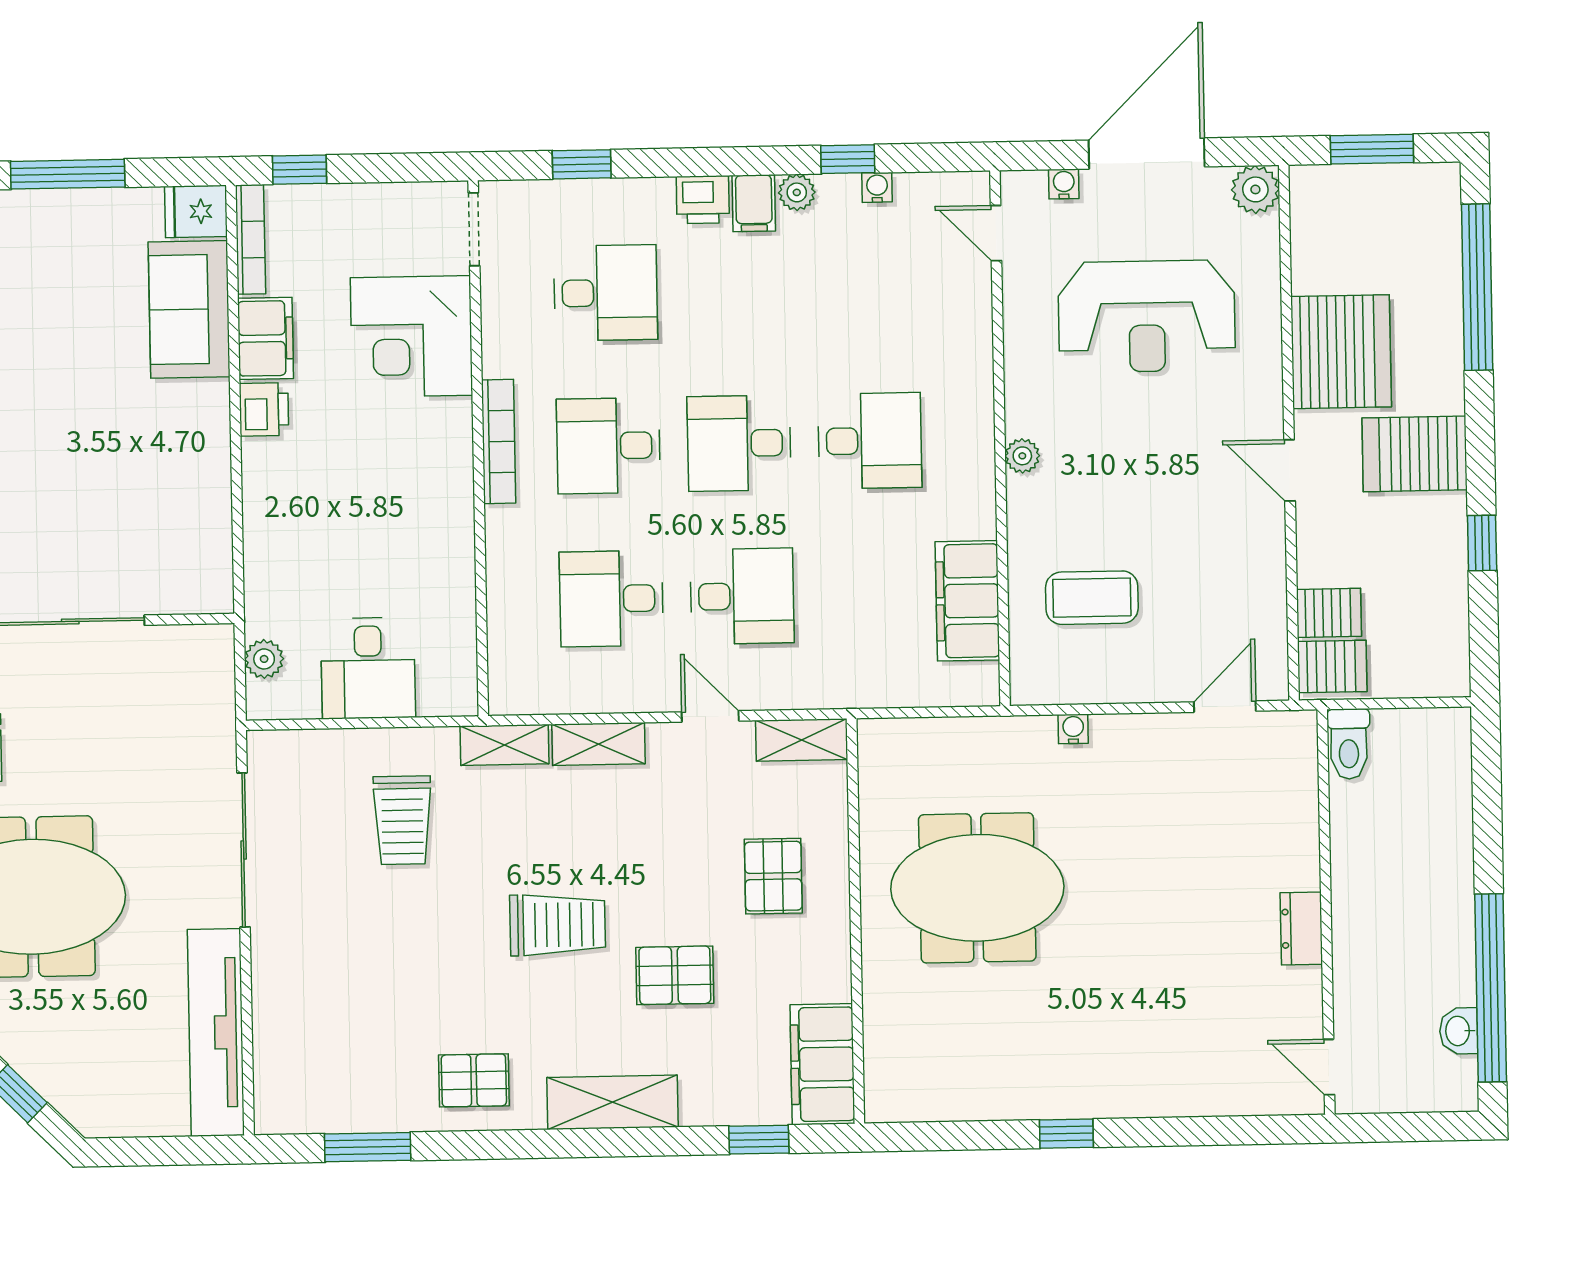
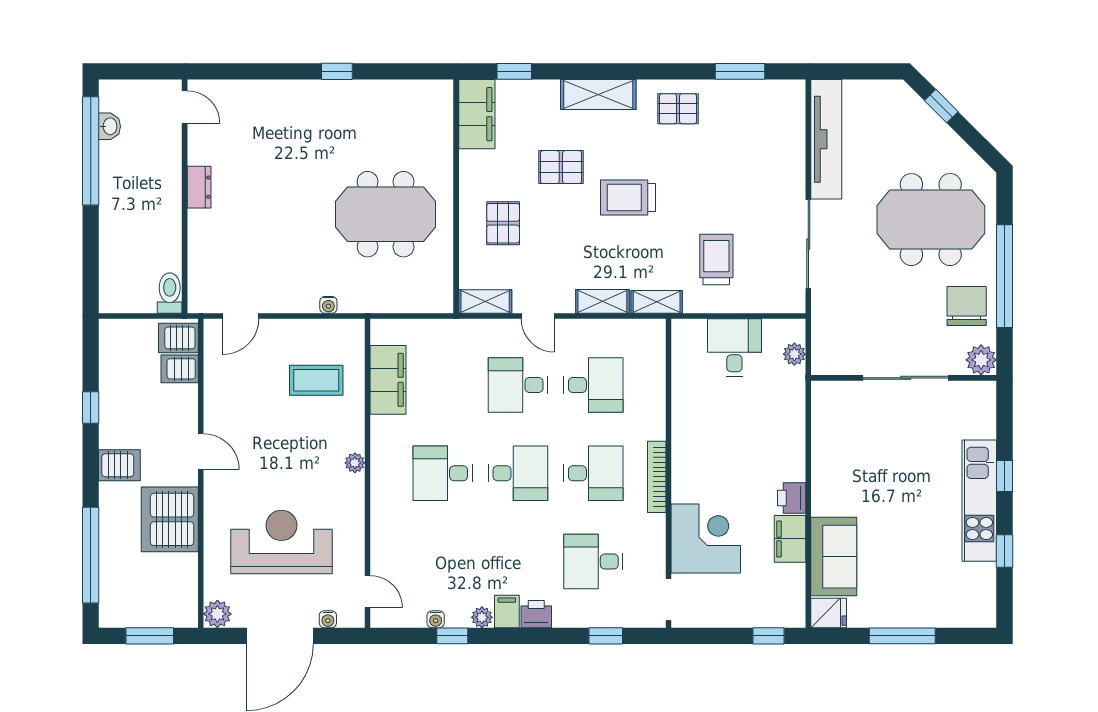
bookcase: (251, 239) -> (798, 596), removed
server rack: (1415, 454) -> (119, 465), width x0.73, depth x0.70

